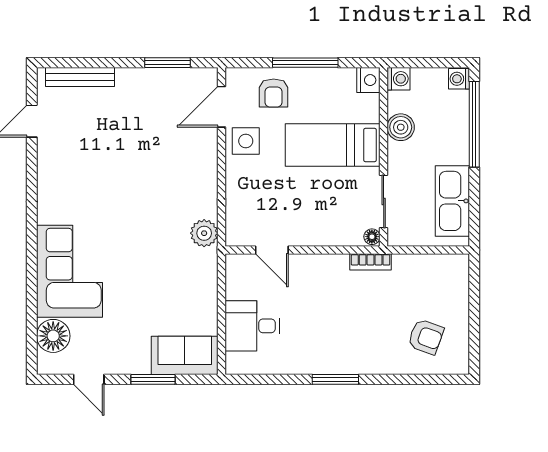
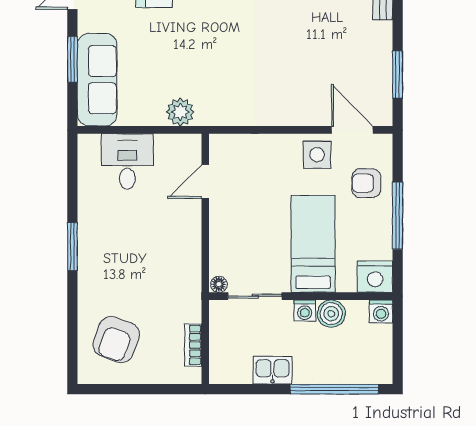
washing machine: (459, 79) -> (305, 311), moved, turned 180
nightstand: (368, 80) -> (375, 277), width x1.36, depth x1.33
kitchen sink: (452, 201) -> (273, 370), width x0.53, depth x0.81
plant: (204, 233) -> (180, 112), moved
bookcase: (371, 262) -> (193, 345), moved
armchair: (426, 337) -> (116, 339), width x1.38, depth x1.38
sofa: (185, 355) -> (97, 80), width x1.36

